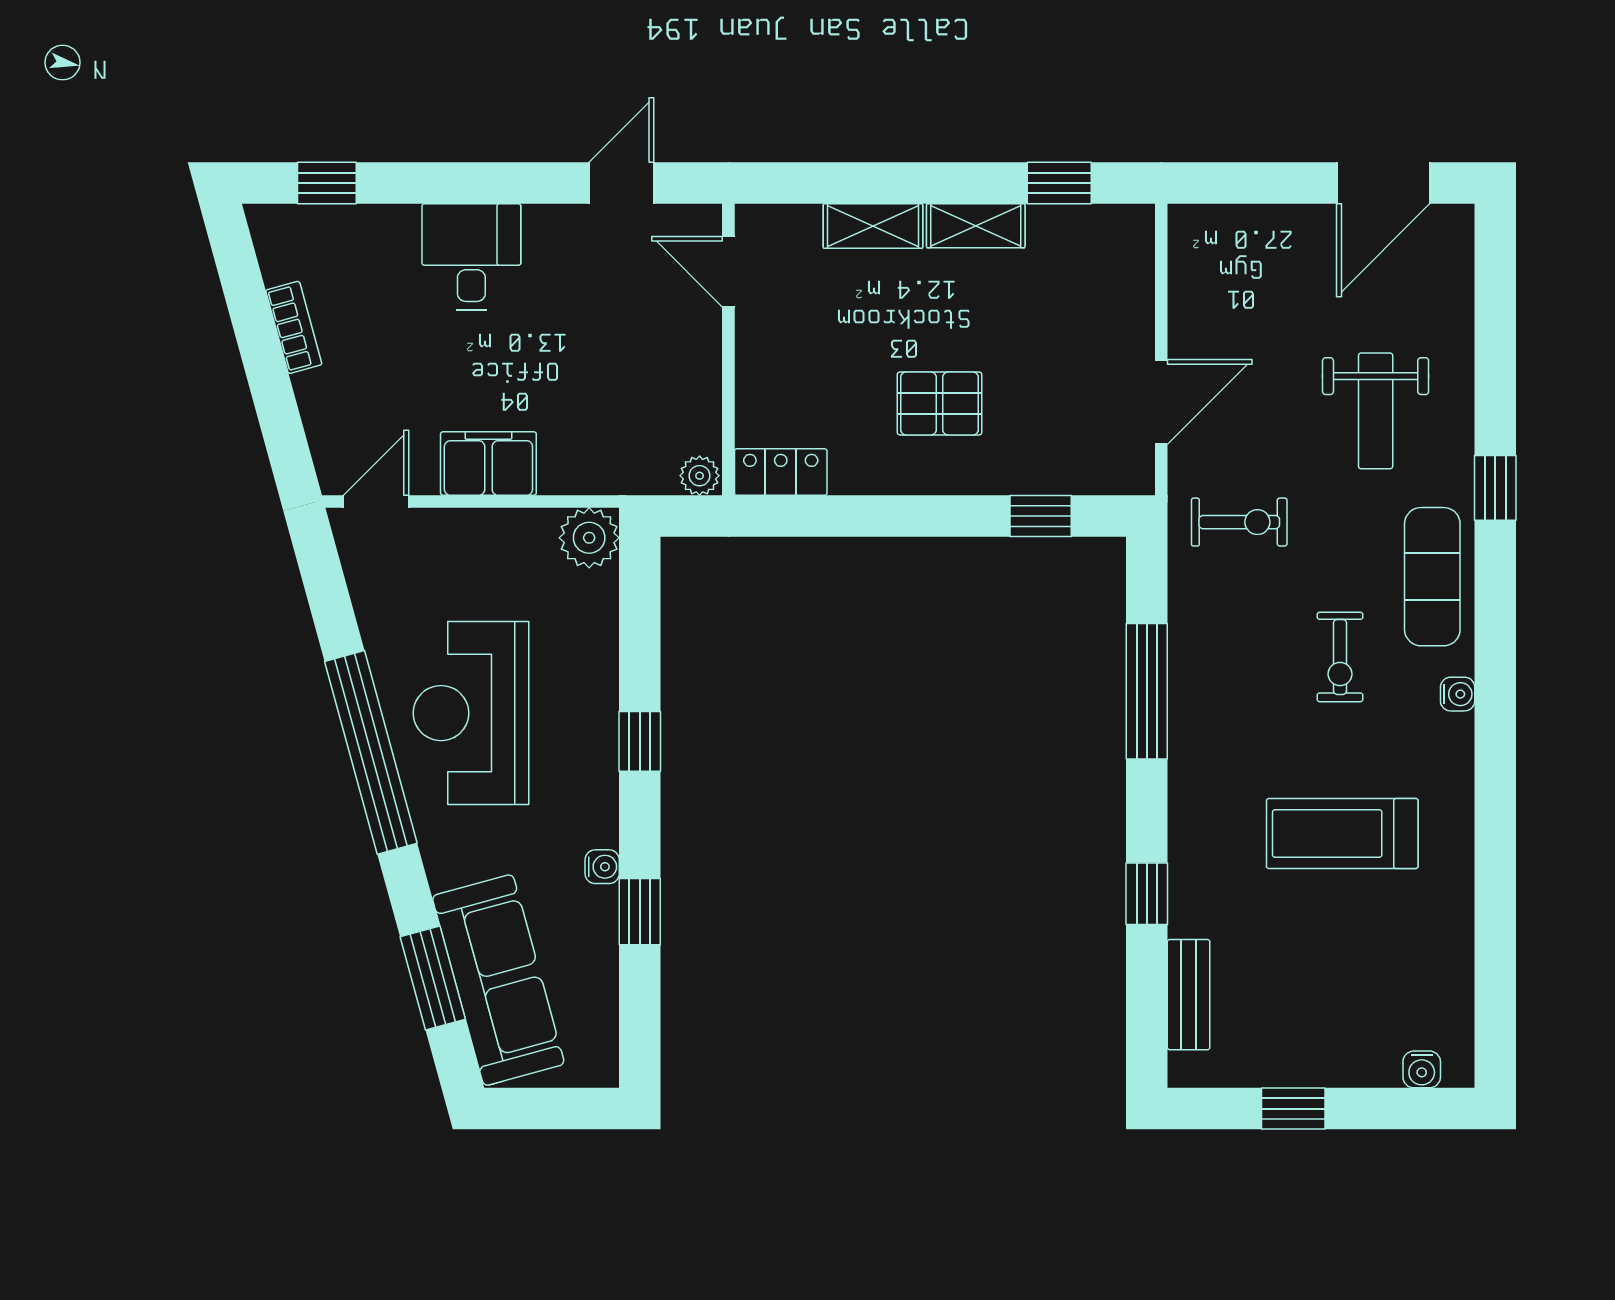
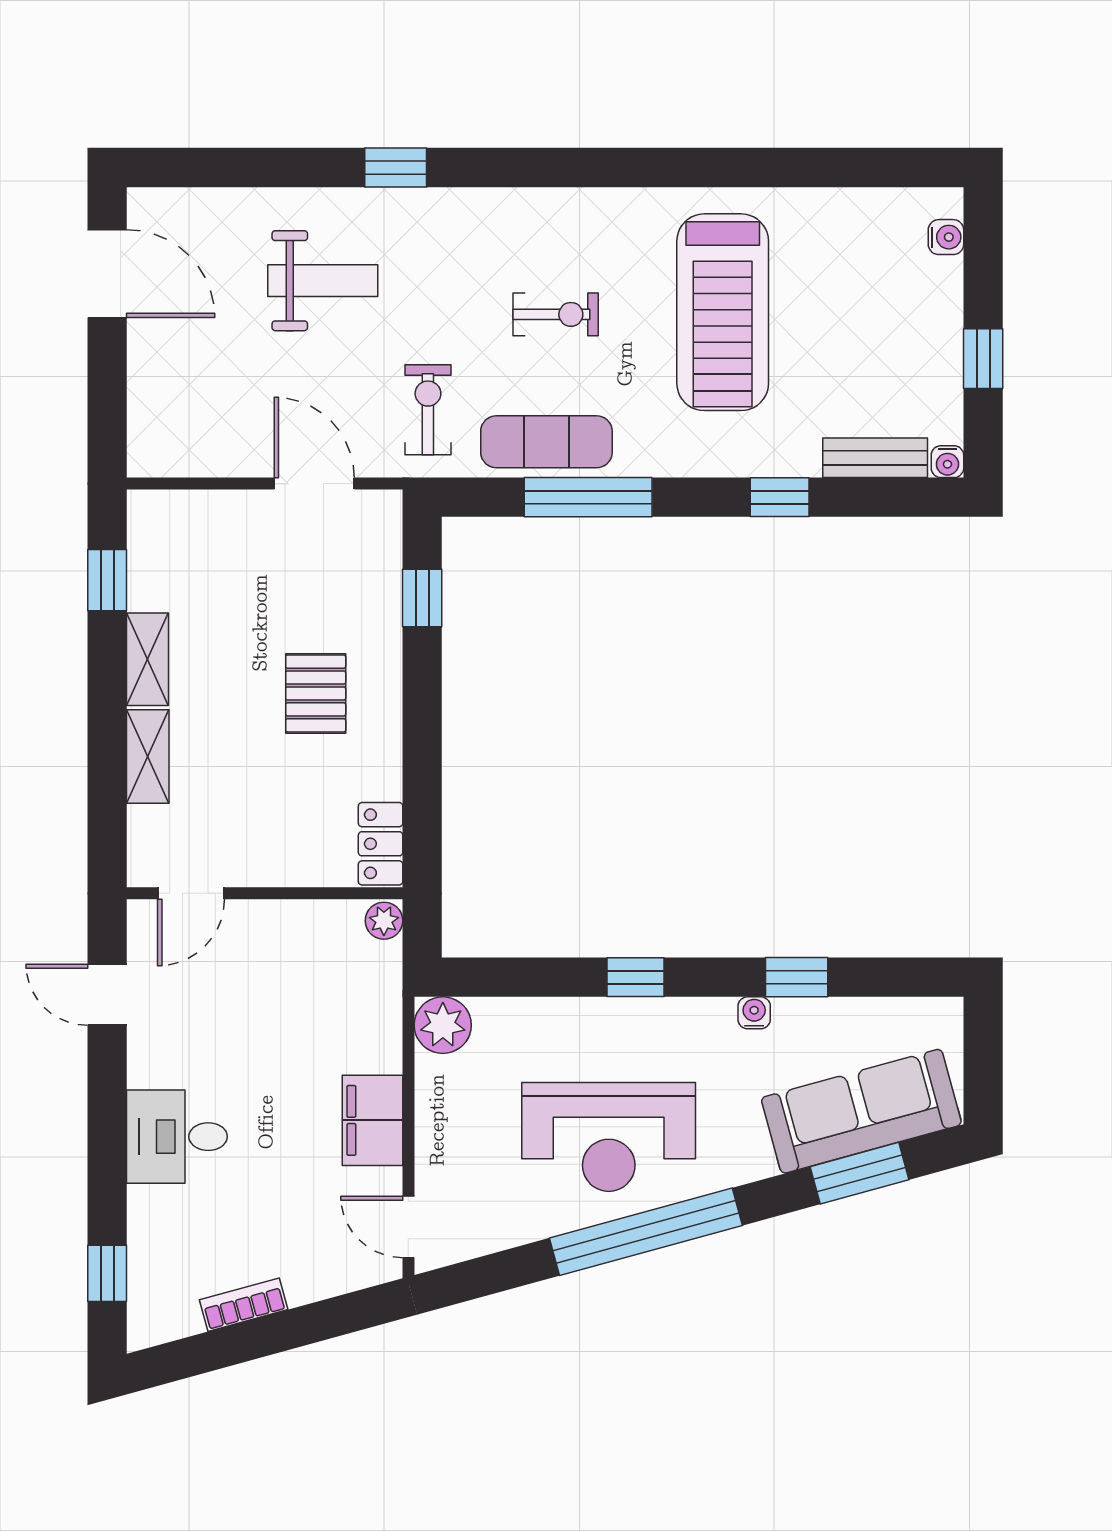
exercise mat: (1432, 577) -> (546, 442), moved
water cooler: (1458, 694) -> (947, 462), moved, turned 180
treadmill: (1342, 834) -> (723, 312), width x1.37, depth x1.38

